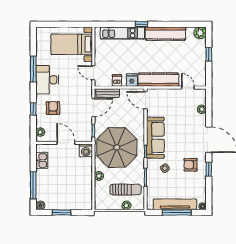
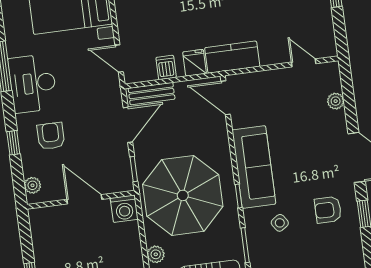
kitchen counter: (158, 80) -> (232, 57), width x0.67
kitchen sink: (42, 160) -> (43, 239), removed

